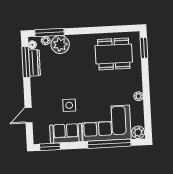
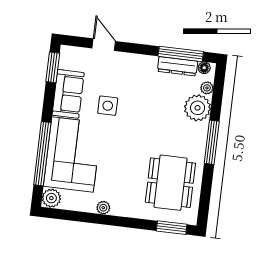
window: (50, 33) -> (212, 142), moved

